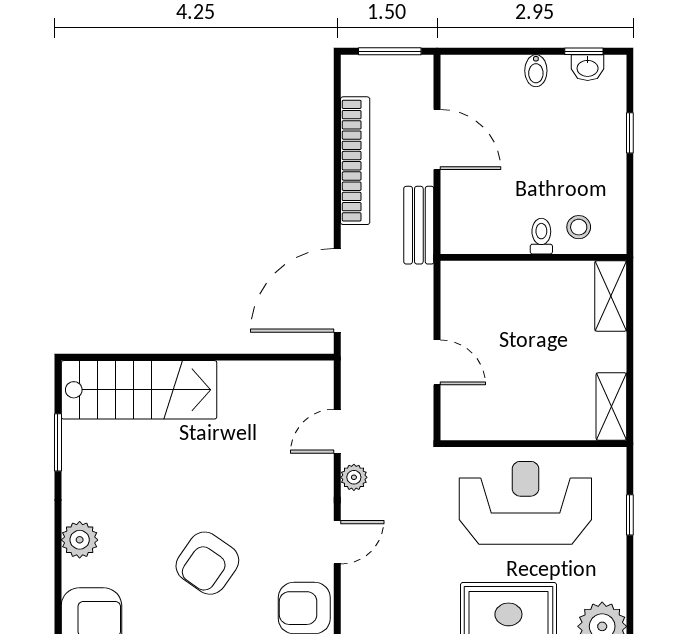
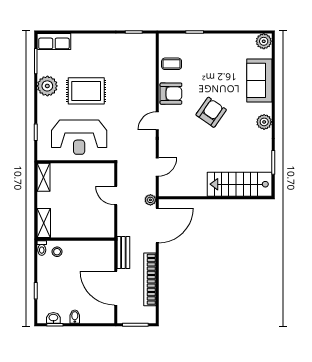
door: (437, 139) -> (116, 288), width x1.36
toilet: (541, 236) -> (42, 248), moved
plant: (354, 477) -> (150, 200), moved

